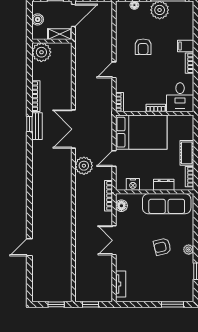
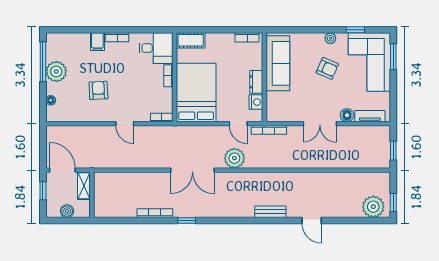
armchair: (143, 47) -> (98, 90), turned -93
plant: (41, 52) -> (373, 207), moved
bench: (37, 126) -> (270, 212), moved
cot: (187, 153) -> (191, 40), moved
door: (114, 158) -> (238, 124), moved
dresser: (164, 185) -> (256, 82), moved
floor lamp: (121, 206) -> (347, 115), moved
door: (29, 247) -> (312, 220), moved
armchair: (162, 247) -> (327, 68), turned -54
corner sofa: (168, 284) -> (369, 62), added
window: (56, 304) -> (393, 202), moved

